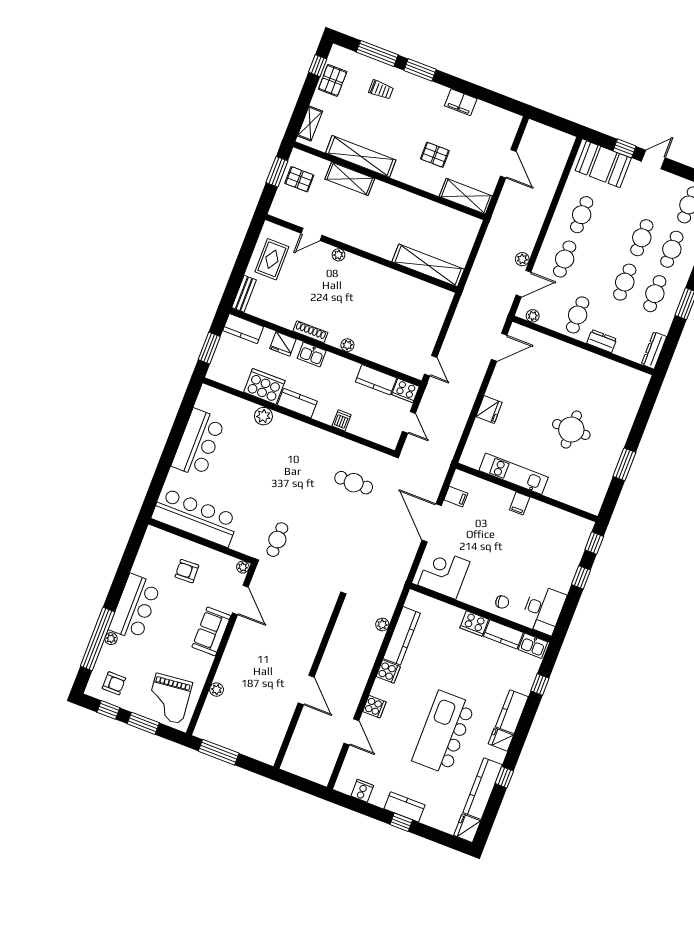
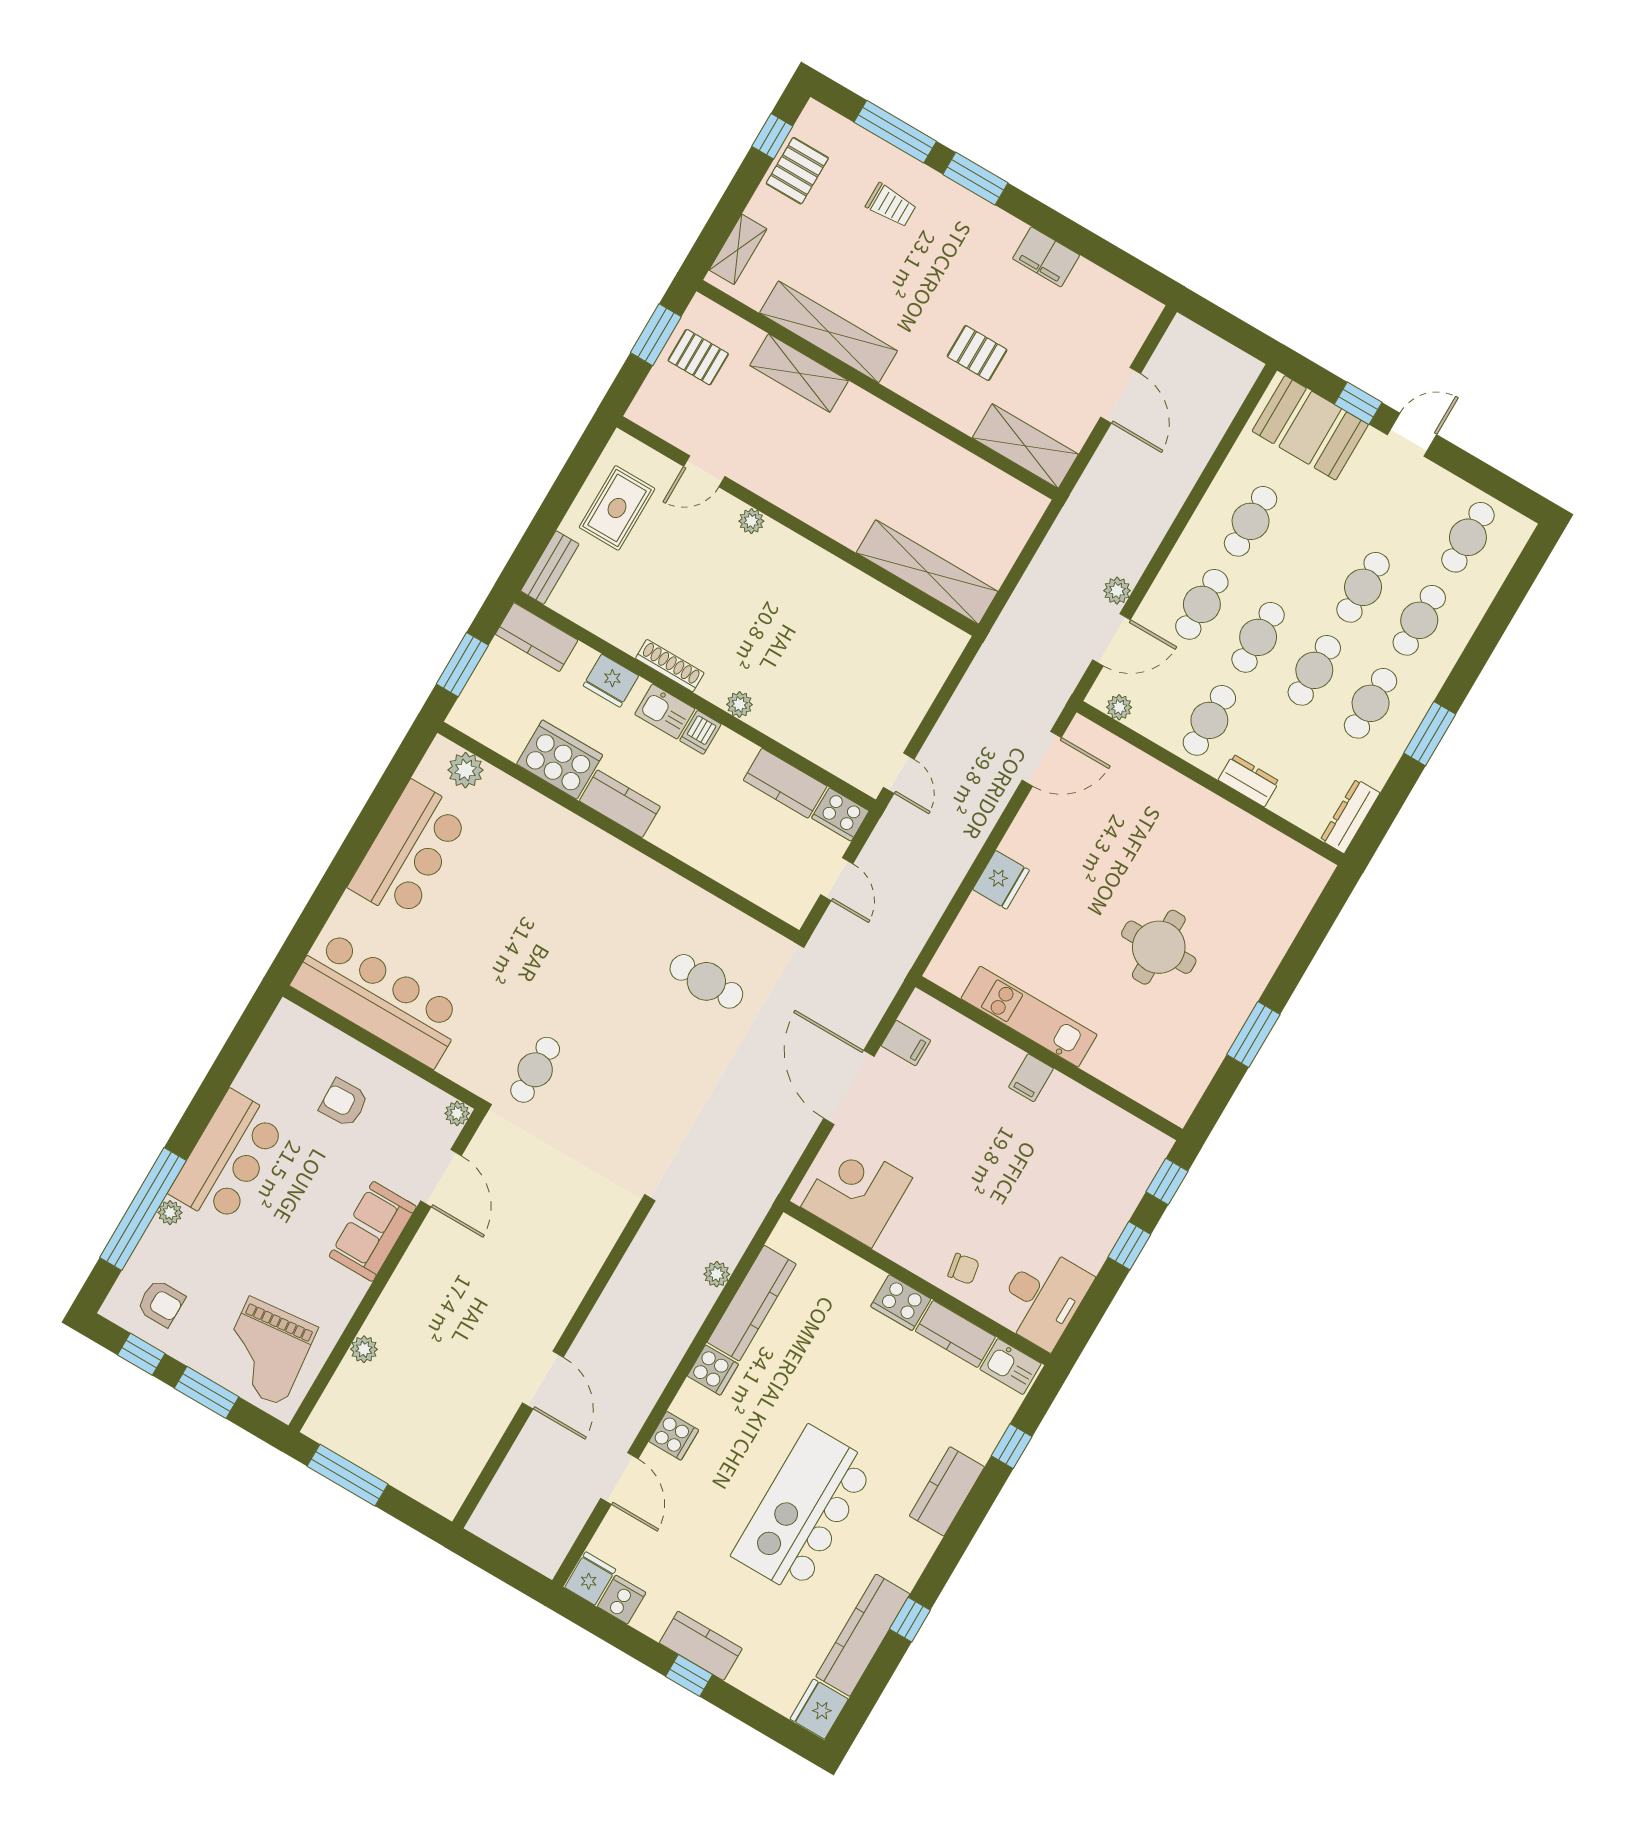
cafe table: (595, 271) -> (1258, 637), added
plant: (263, 416) -> (466, 770), moved
dishwasher: (342, 420) -> (700, 732), moved, turned 180
fridge: (501, 740) -> (590, 1578), moved, turned 90

